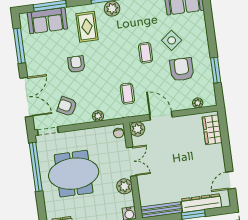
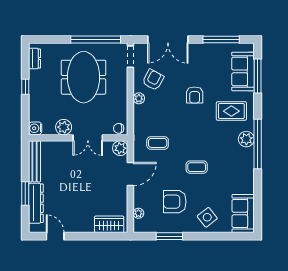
side table: (172, 40) -> (207, 217), moved
armchair: (76, 64) -> (195, 95), turned 90
armchair: (182, 69) -> (175, 202), turned 180
plant: (98, 116) -> (139, 98), moved

